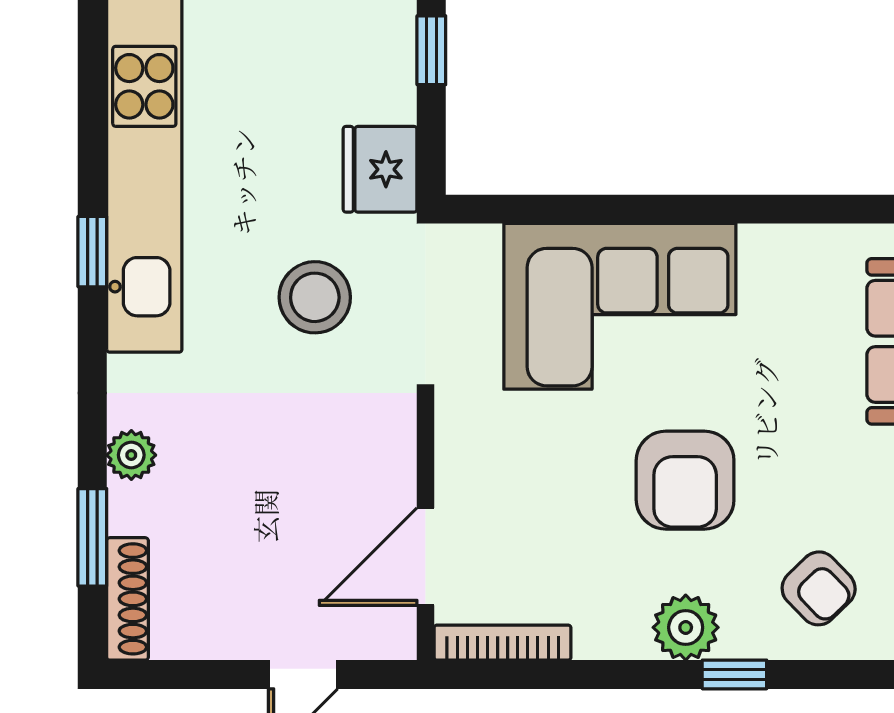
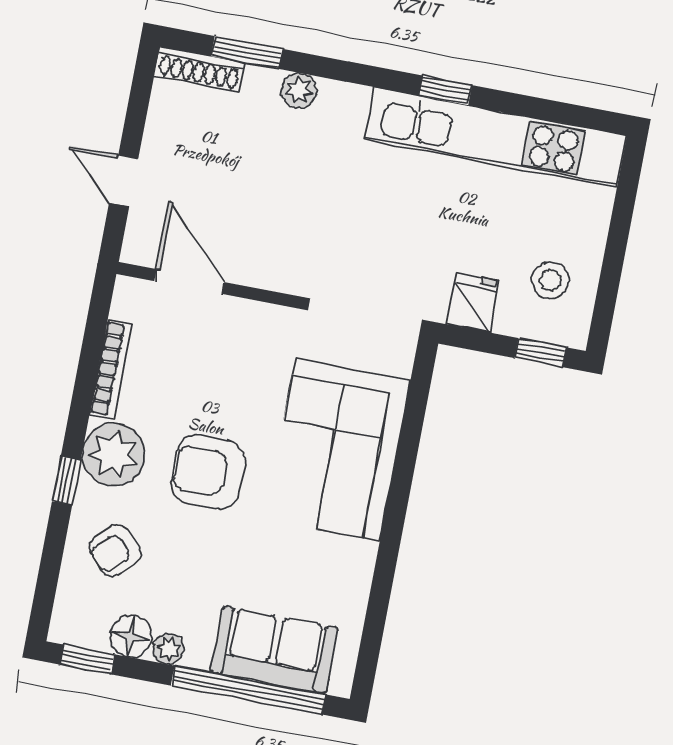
fridge: (380, 169) -> (473, 303), width x0.72
stool: (315, 297) -> (550, 280), moved, width x0.73, depth x0.73
plant: (686, 627) -> (114, 455), width x1.36, depth x1.36
bookcase: (503, 643) -> (111, 369), moved

